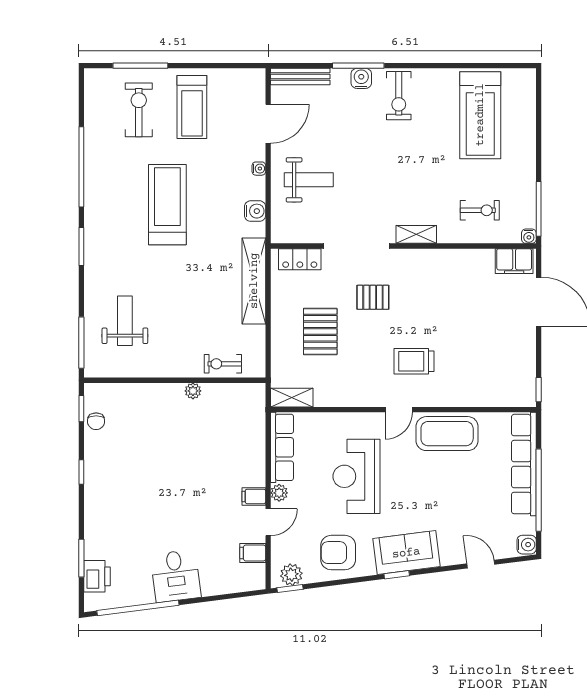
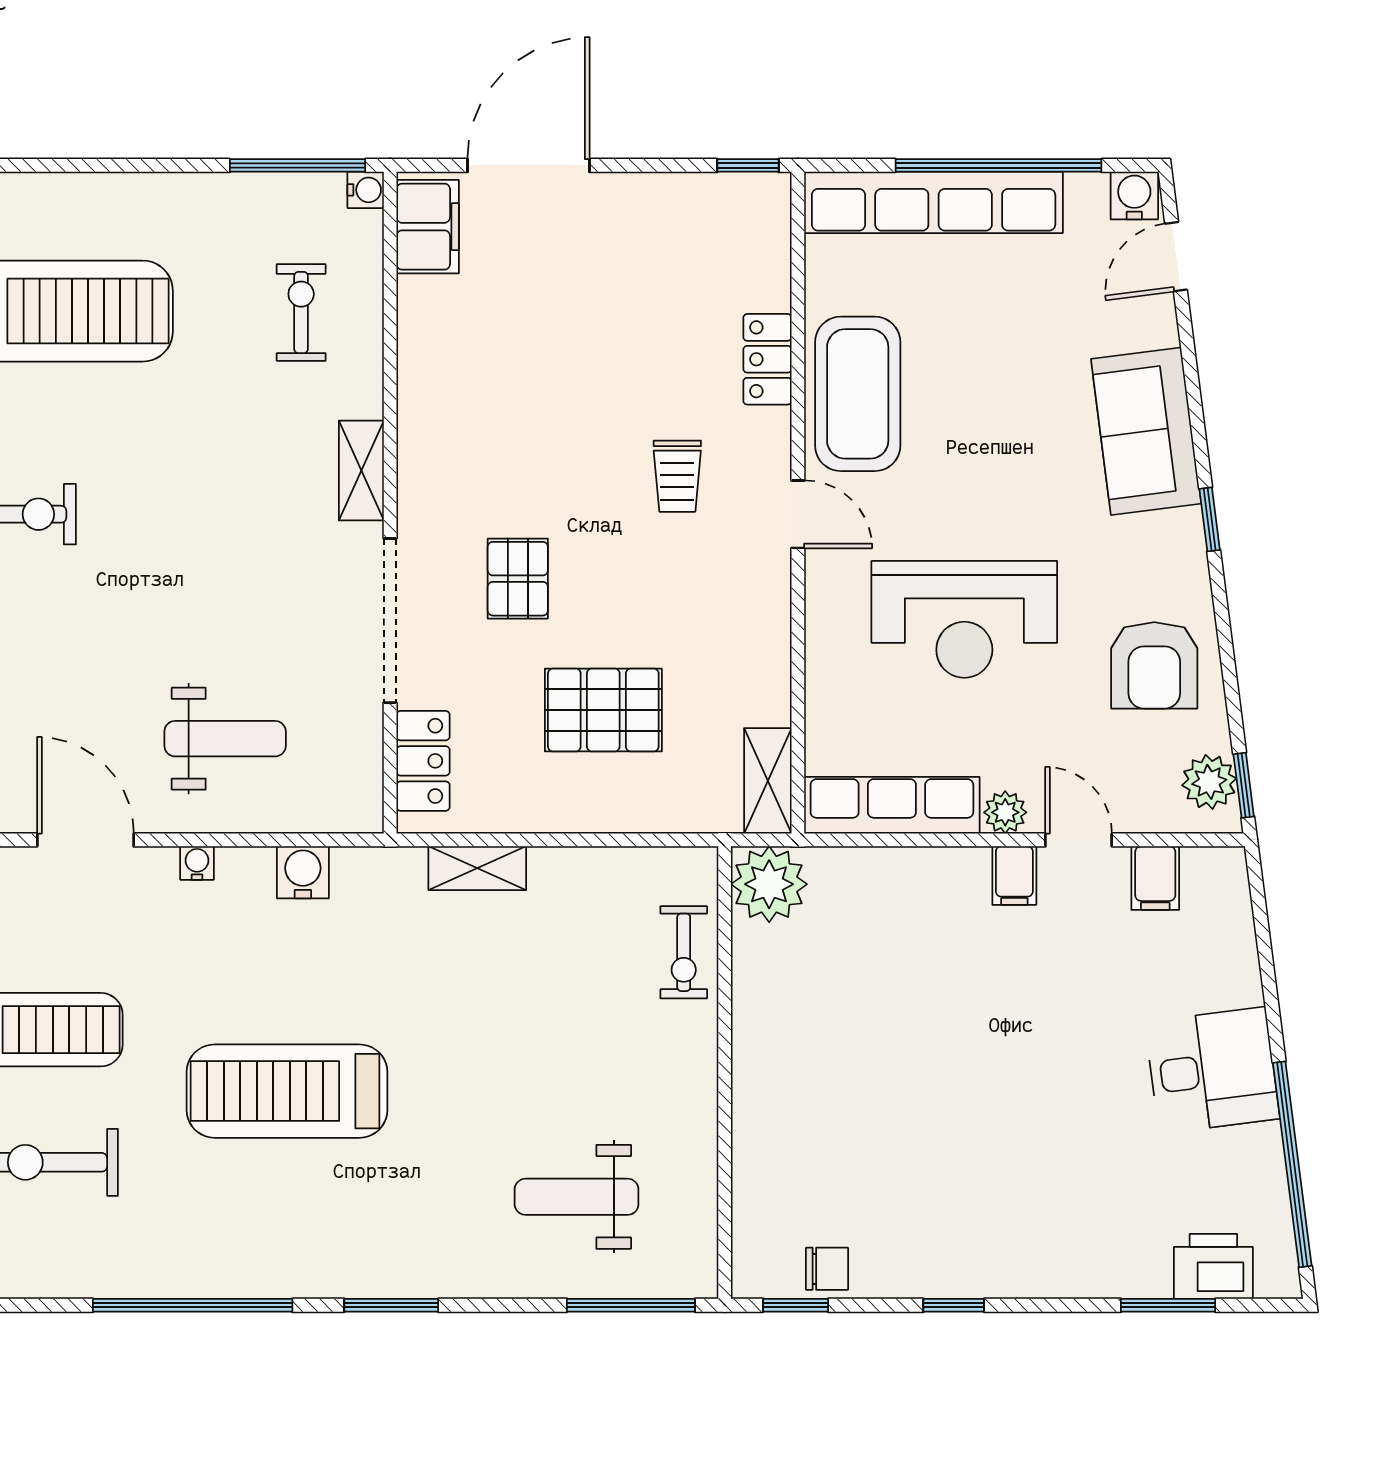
weight bench: (309, 180) -> (225, 739), turned 90
shelving: (254, 281) -> (477, 868), width x0.45, depth x0.75
trolley: (414, 361) -> (677, 476), width x0.73, depth x0.72
plant: (193, 391) -> (769, 884), moved, width x1.88, depth x1.88
locker: (461, 397) -> (767, 359), added
sofa: (406, 553) -> (1146, 431), moved
door: (481, 564) -> (1176, 257), moved

